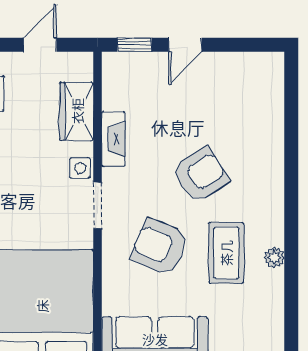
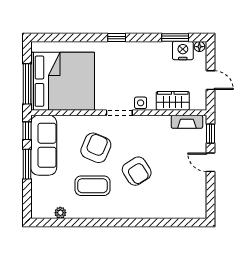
fireplace: (113, 139) -> (187, 122), moved
plant: (274, 258) -> (60, 213), moved

